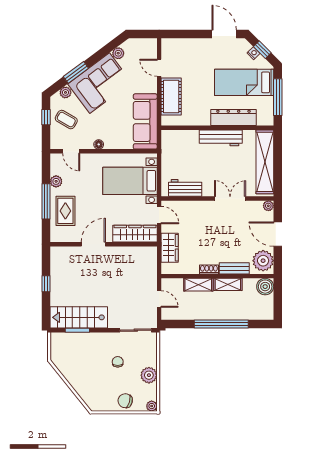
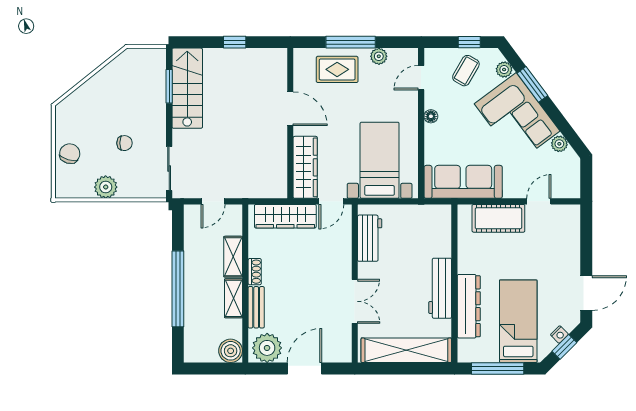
plant: (268, 206) -> (344, 355), removed
wardrobe: (170, 248) -> (285, 216), width x1.50
plant: (152, 406) -> (62, 191), removed

